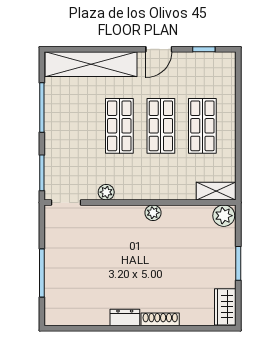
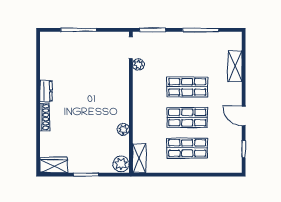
shelving: (91, 64) -> (235, 66), width x0.45, depth x0.75
plant: (106, 192) -> (138, 65), moved
plant: (153, 213) -> (123, 129), moved

